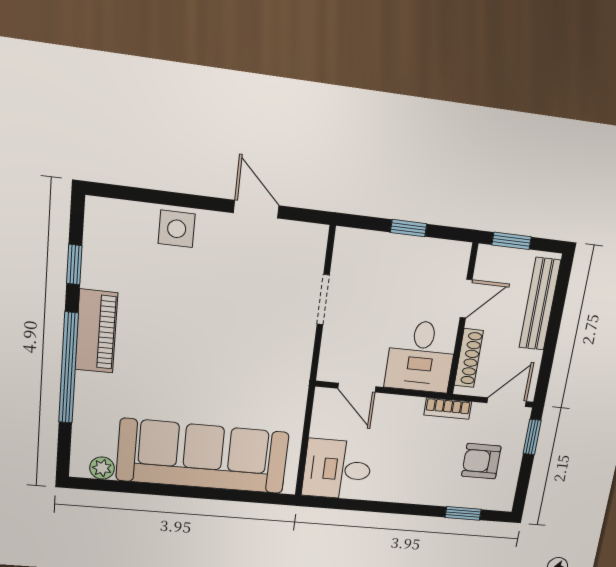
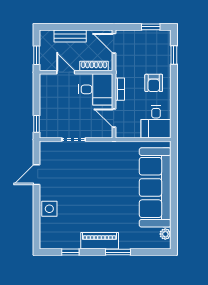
window: (409, 228) -> (36, 124), moved
bench: (540, 304) -> (70, 36), width x0.73
window: (68, 368) -> (118, 252), width x0.47
door: (357, 388) -> (114, 118), swing flipped
bookcase: (448, 408) -> (120, 89), moved
window: (532, 437) -> (151, 27), moved
armchair: (481, 461) -> (154, 83), moved

